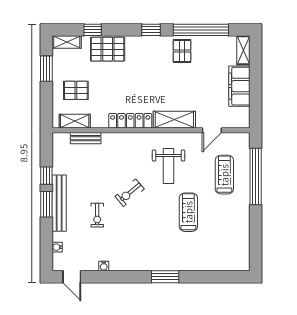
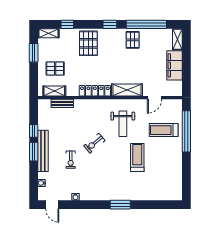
pallet: (108, 49) -> (88, 43), moved, turned 90
treadmill: (224, 175) -> (164, 130), turned -90

